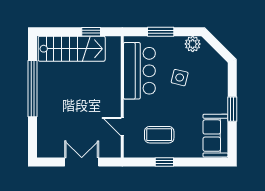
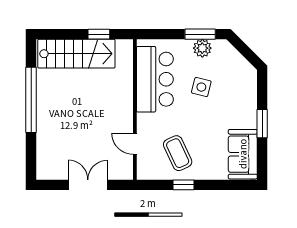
window: (161, 32) -> (200, 34), moved
plant: (193, 44) -> (202, 48), moved
coffee table: (159, 135) -> (178, 153), turned 65

